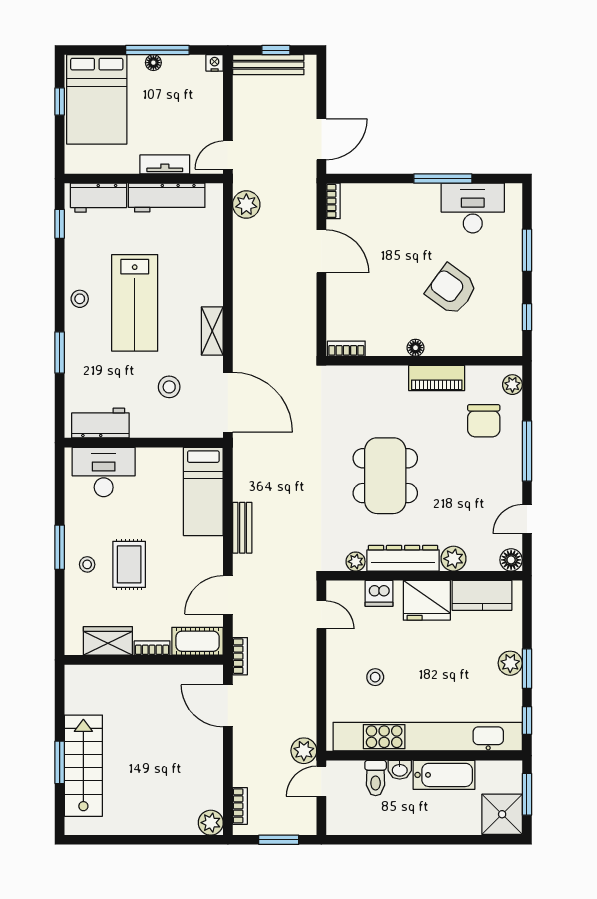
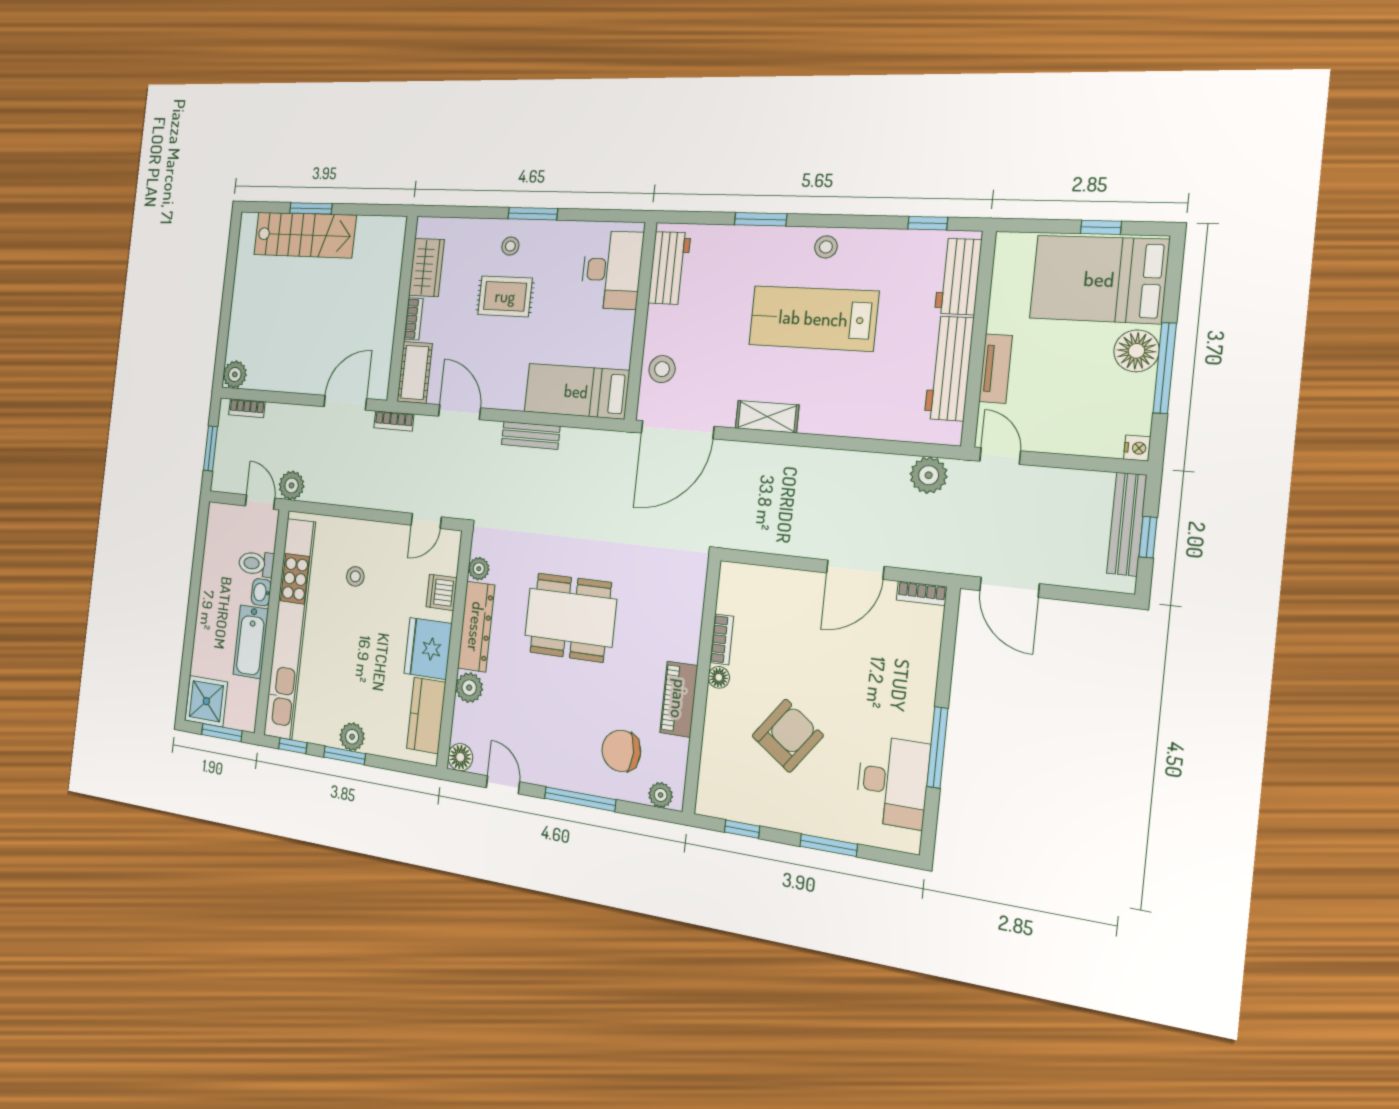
floor lamp: (153, 63) -> (1136, 351), width x1.89, depth x1.89
bookcase: (346, 349) -> (722, 639), moved
stool: (169, 387) -> (662, 369), moved

